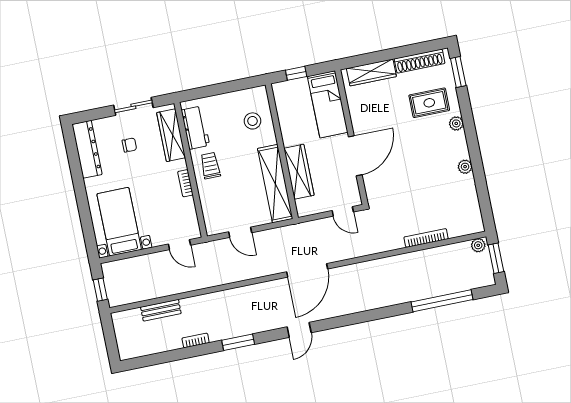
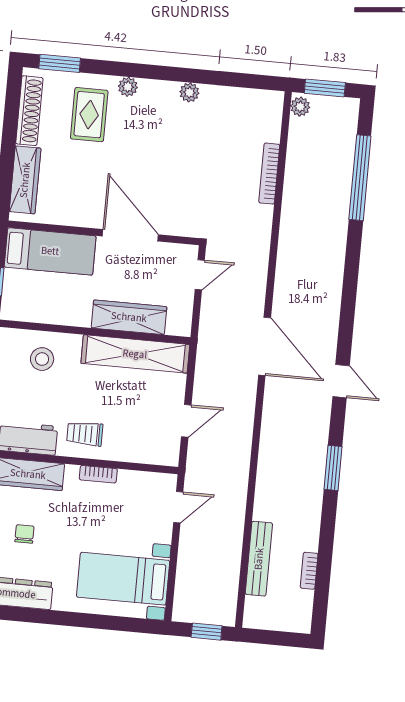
bench: (161, 310) -> (259, 559), width x1.36
bookcase: (196, 340) -> (309, 571), moved

